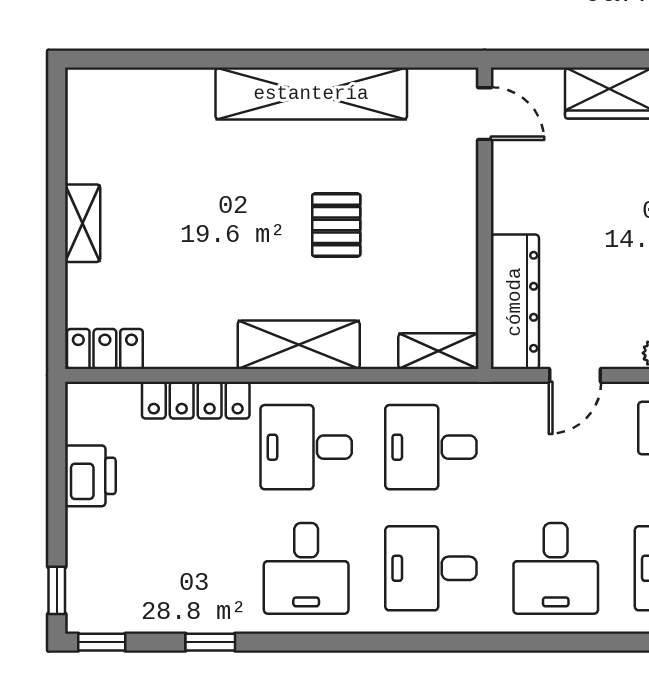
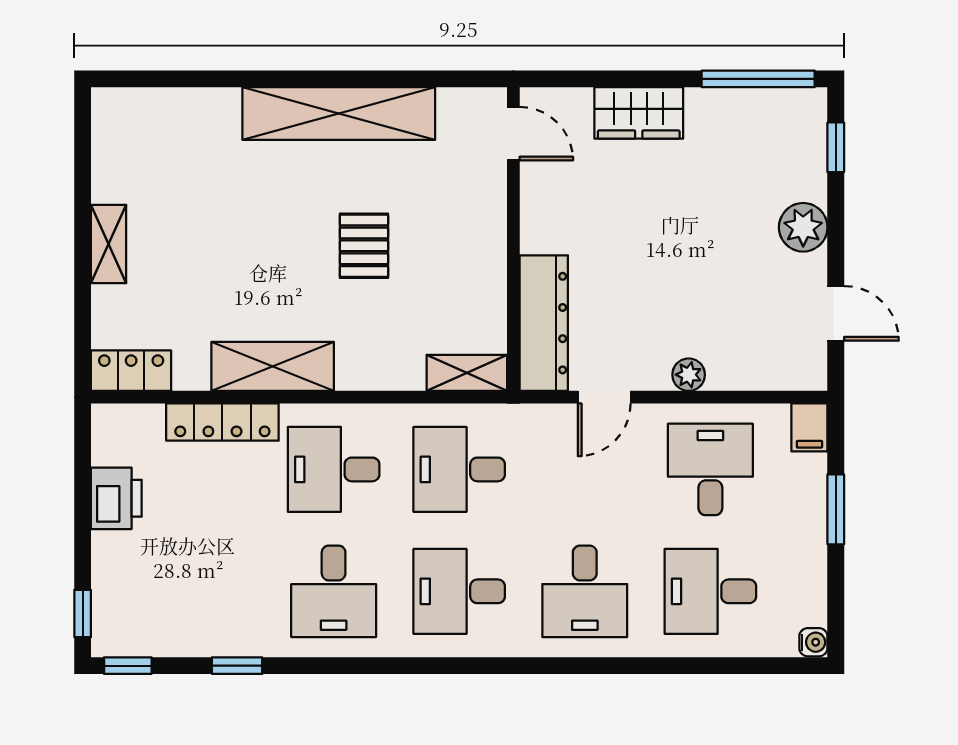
shelving: (299, 345) -> (273, 366), moved

